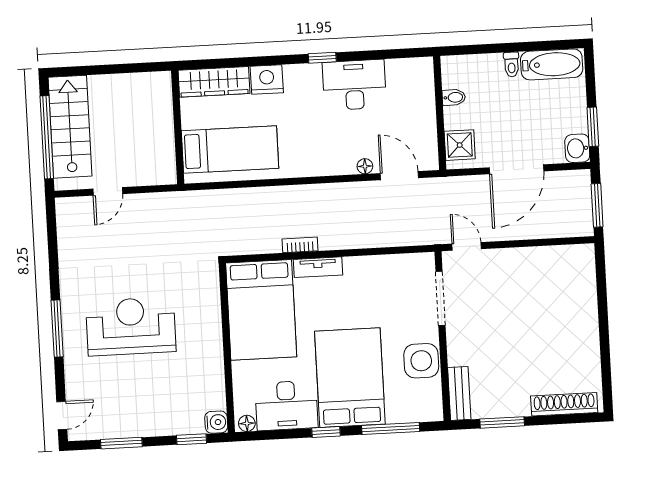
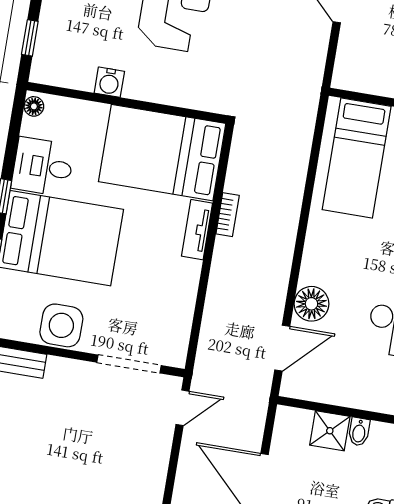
shower: (460, 145) -> (330, 431), moved
floor lamp: (365, 166) -> (311, 304), width x1.89, depth x1.89
desk: (286, 406) -> (43, 167), width x0.73
water cooler: (216, 422) -> (109, 82), moved

